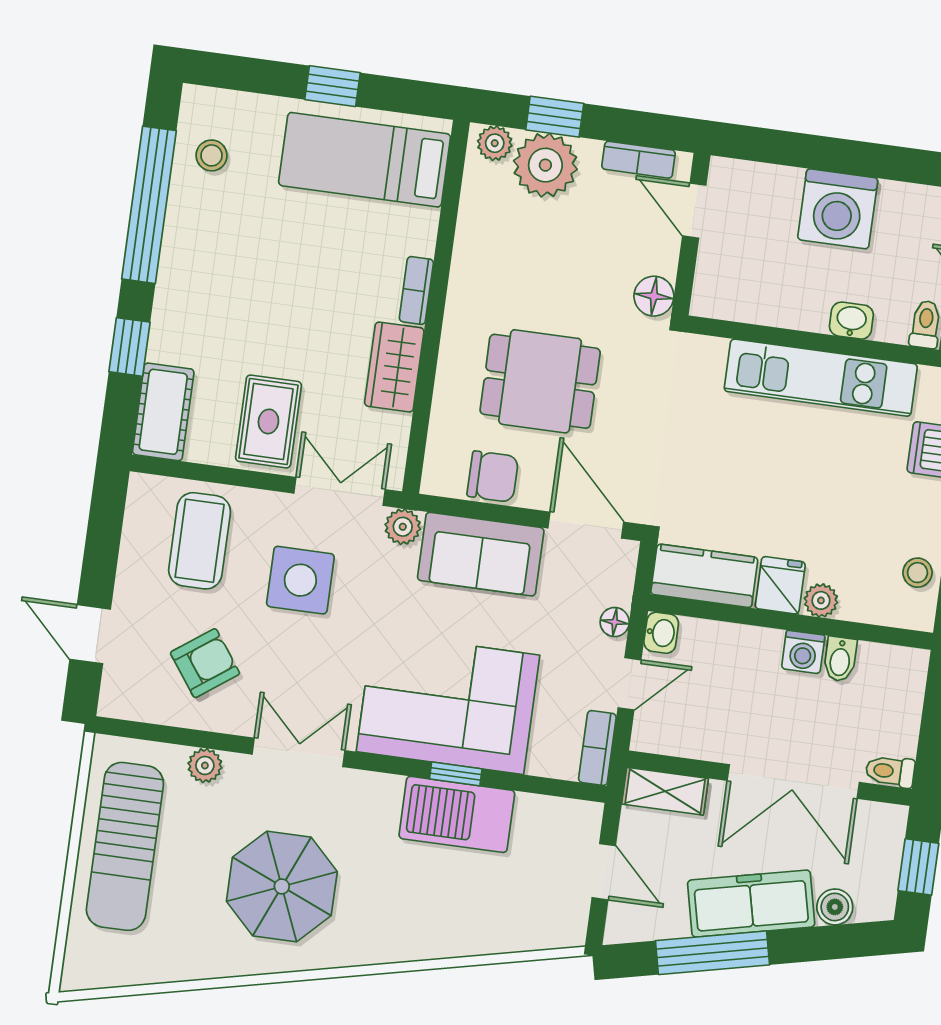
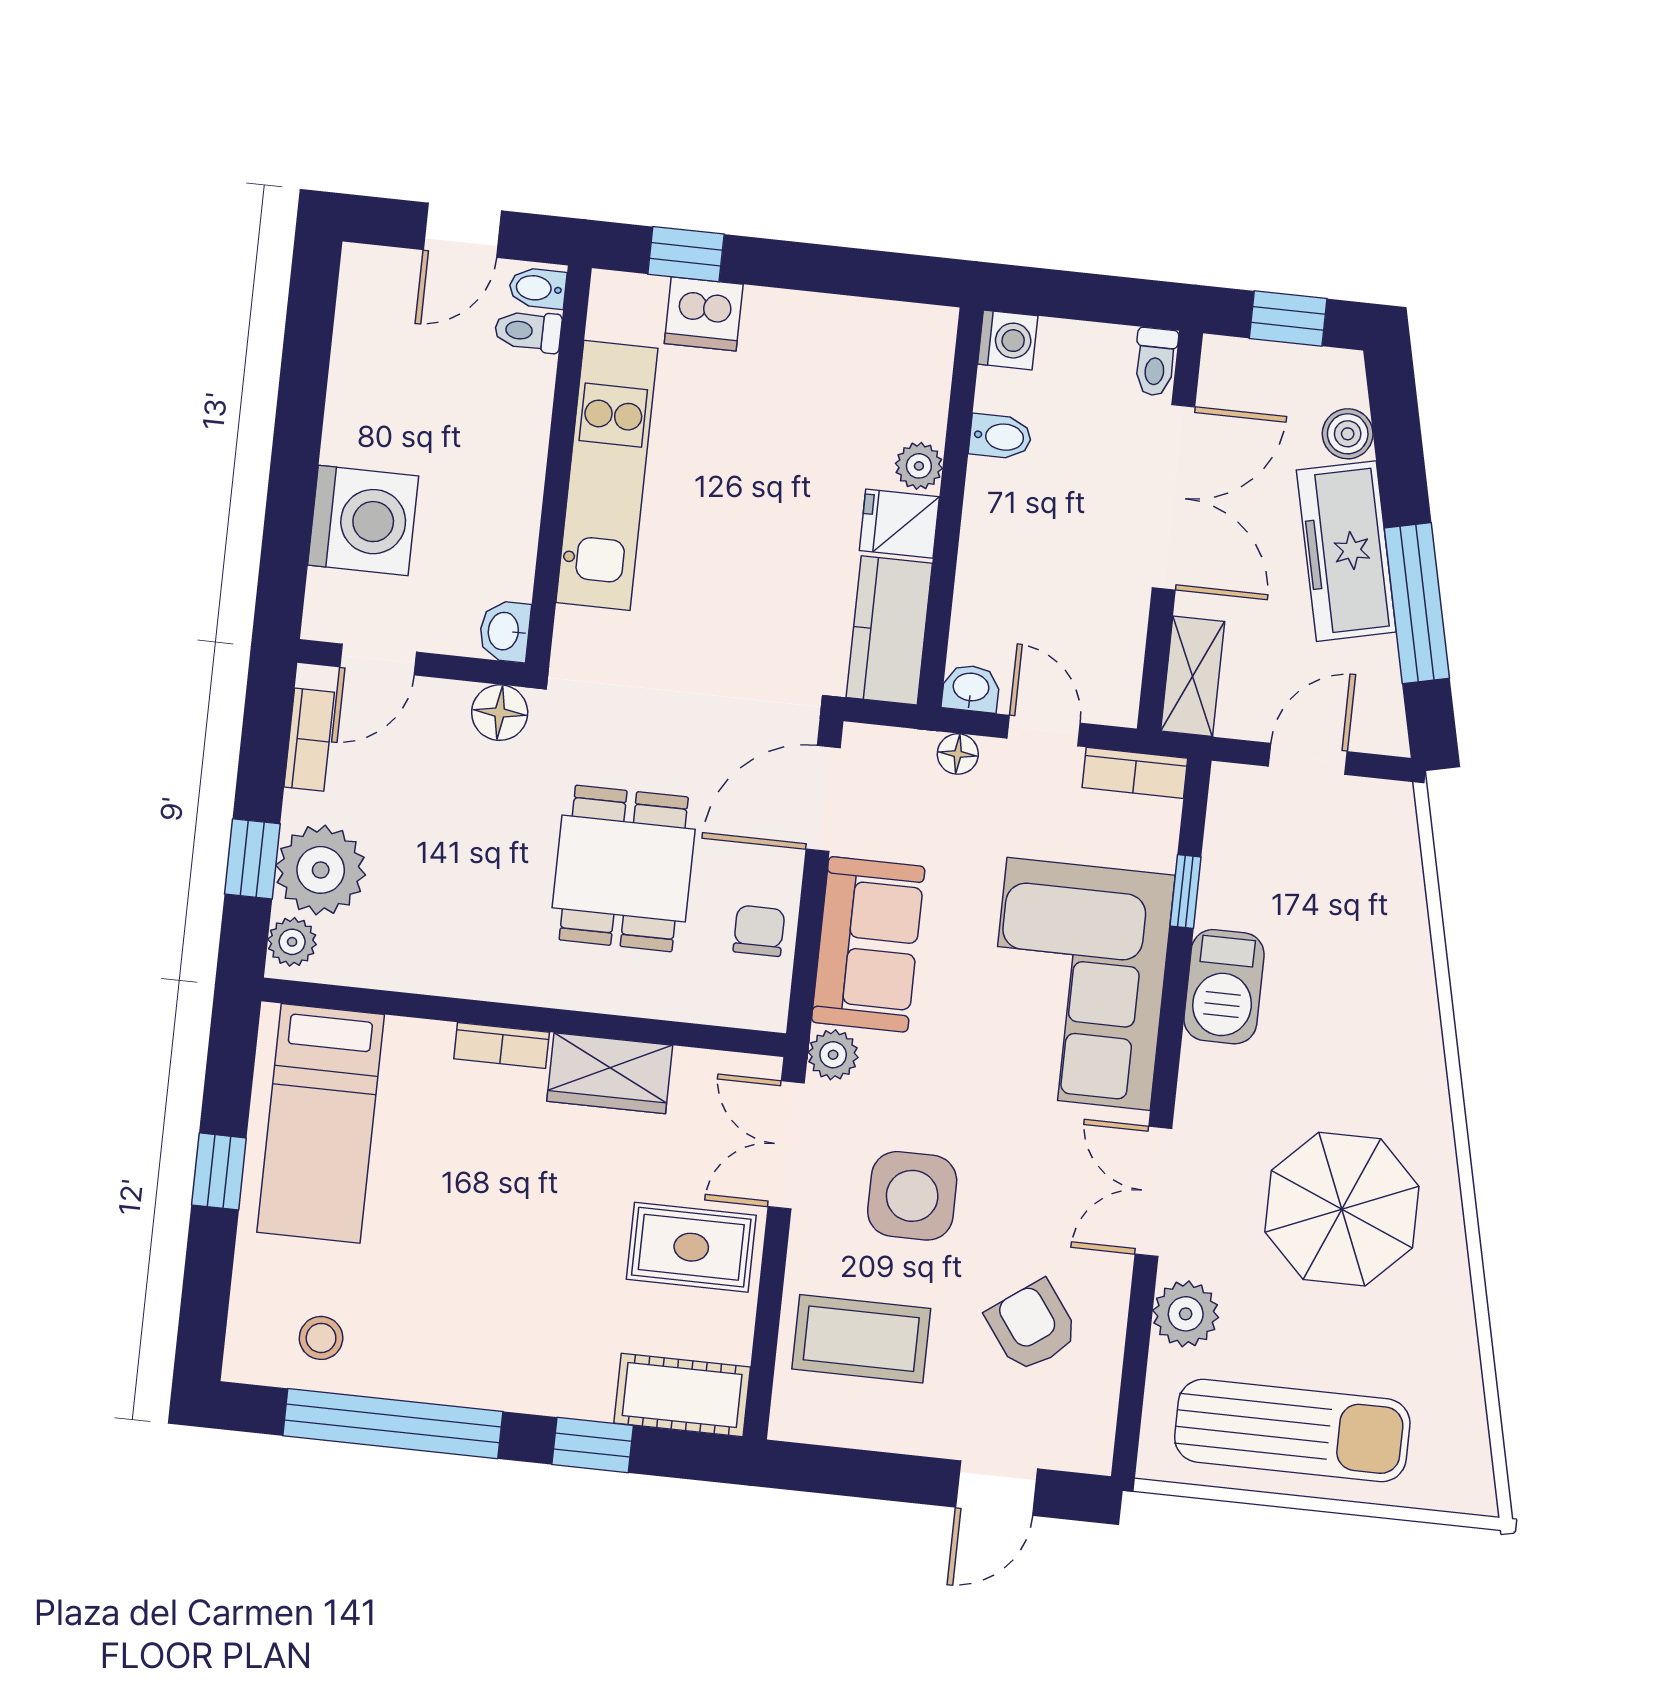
washing machine: (838, 209) -> (363, 520), moved
washbasin: (851, 321) -> (505, 631), moved
chair: (493, 477) -> (759, 931), width x0.73, depth x0.73
stool: (917, 573) -> (876, 332), removed
washing machine: (803, 652) -> (1008, 340), moved
plant: (205, 765) -> (1186, 1314), width x1.38, depth x1.38
window: (456, 774) -> (1185, 891), moved
barbecue: (457, 814) -> (1224, 987), width x0.73, depth x0.83

